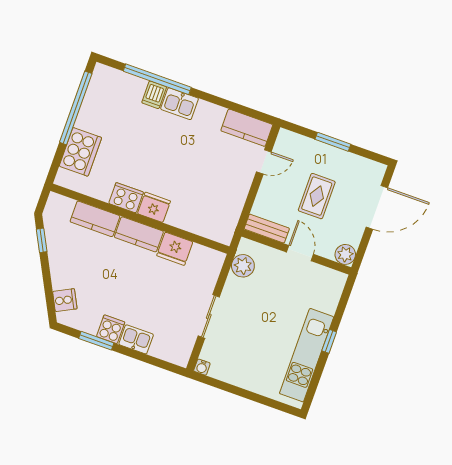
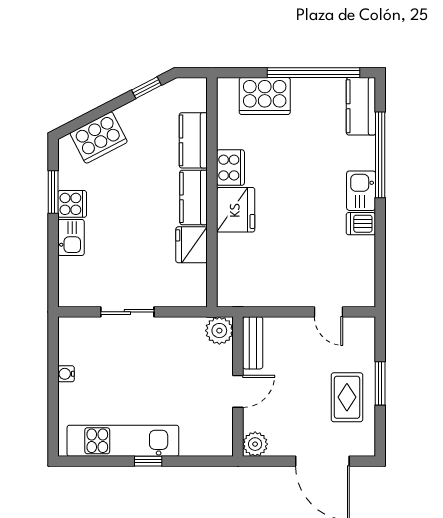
dishwasher: (154, 95) -> (361, 224), moved
kitchen counter: (247, 128) -> (361, 106), moved
rug: (317, 196) -> (347, 397), moved, turned 90
fridge: (154, 207) -> (236, 210), width x1.36, depth x1.34
plant: (243, 266) -> (219, 331), moved
cooker: (65, 300) -> (99, 138), width x1.87, depth x1.31
water cooler: (202, 367) -> (66, 374), moved

